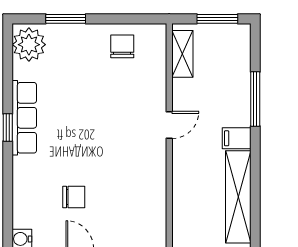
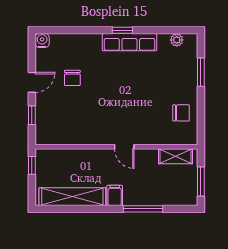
plant: (29, 45) -> (177, 40), width x0.53, depth x0.53

